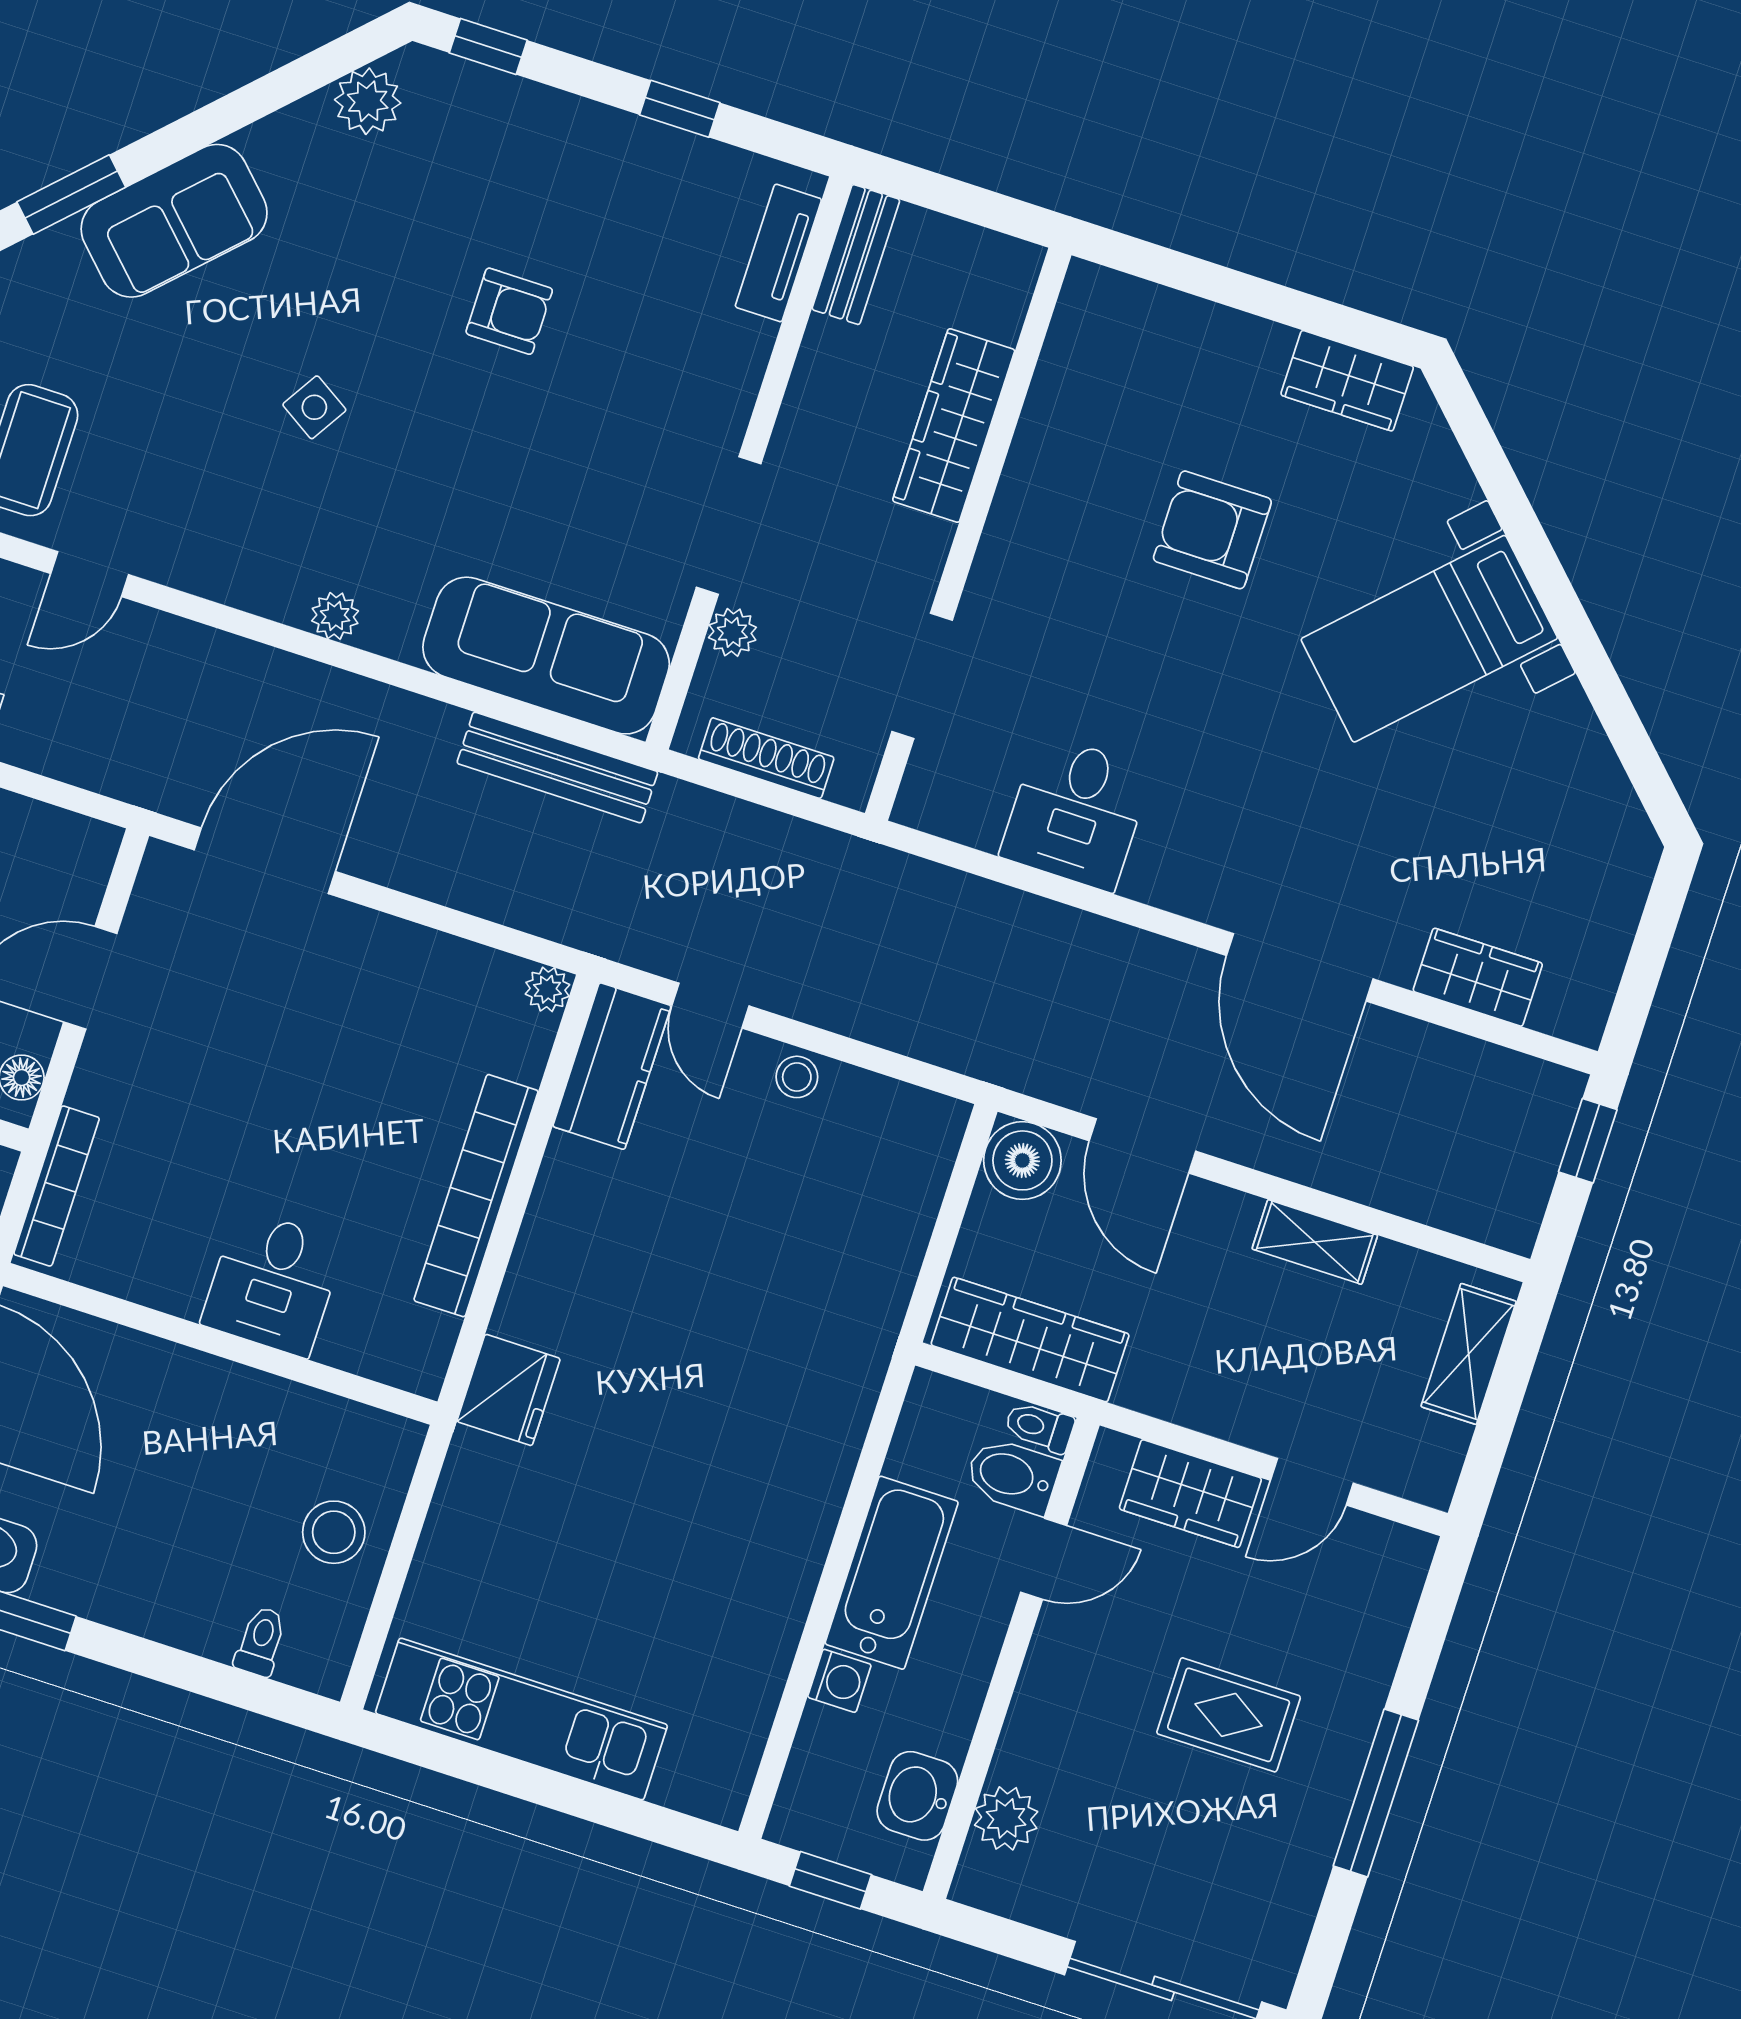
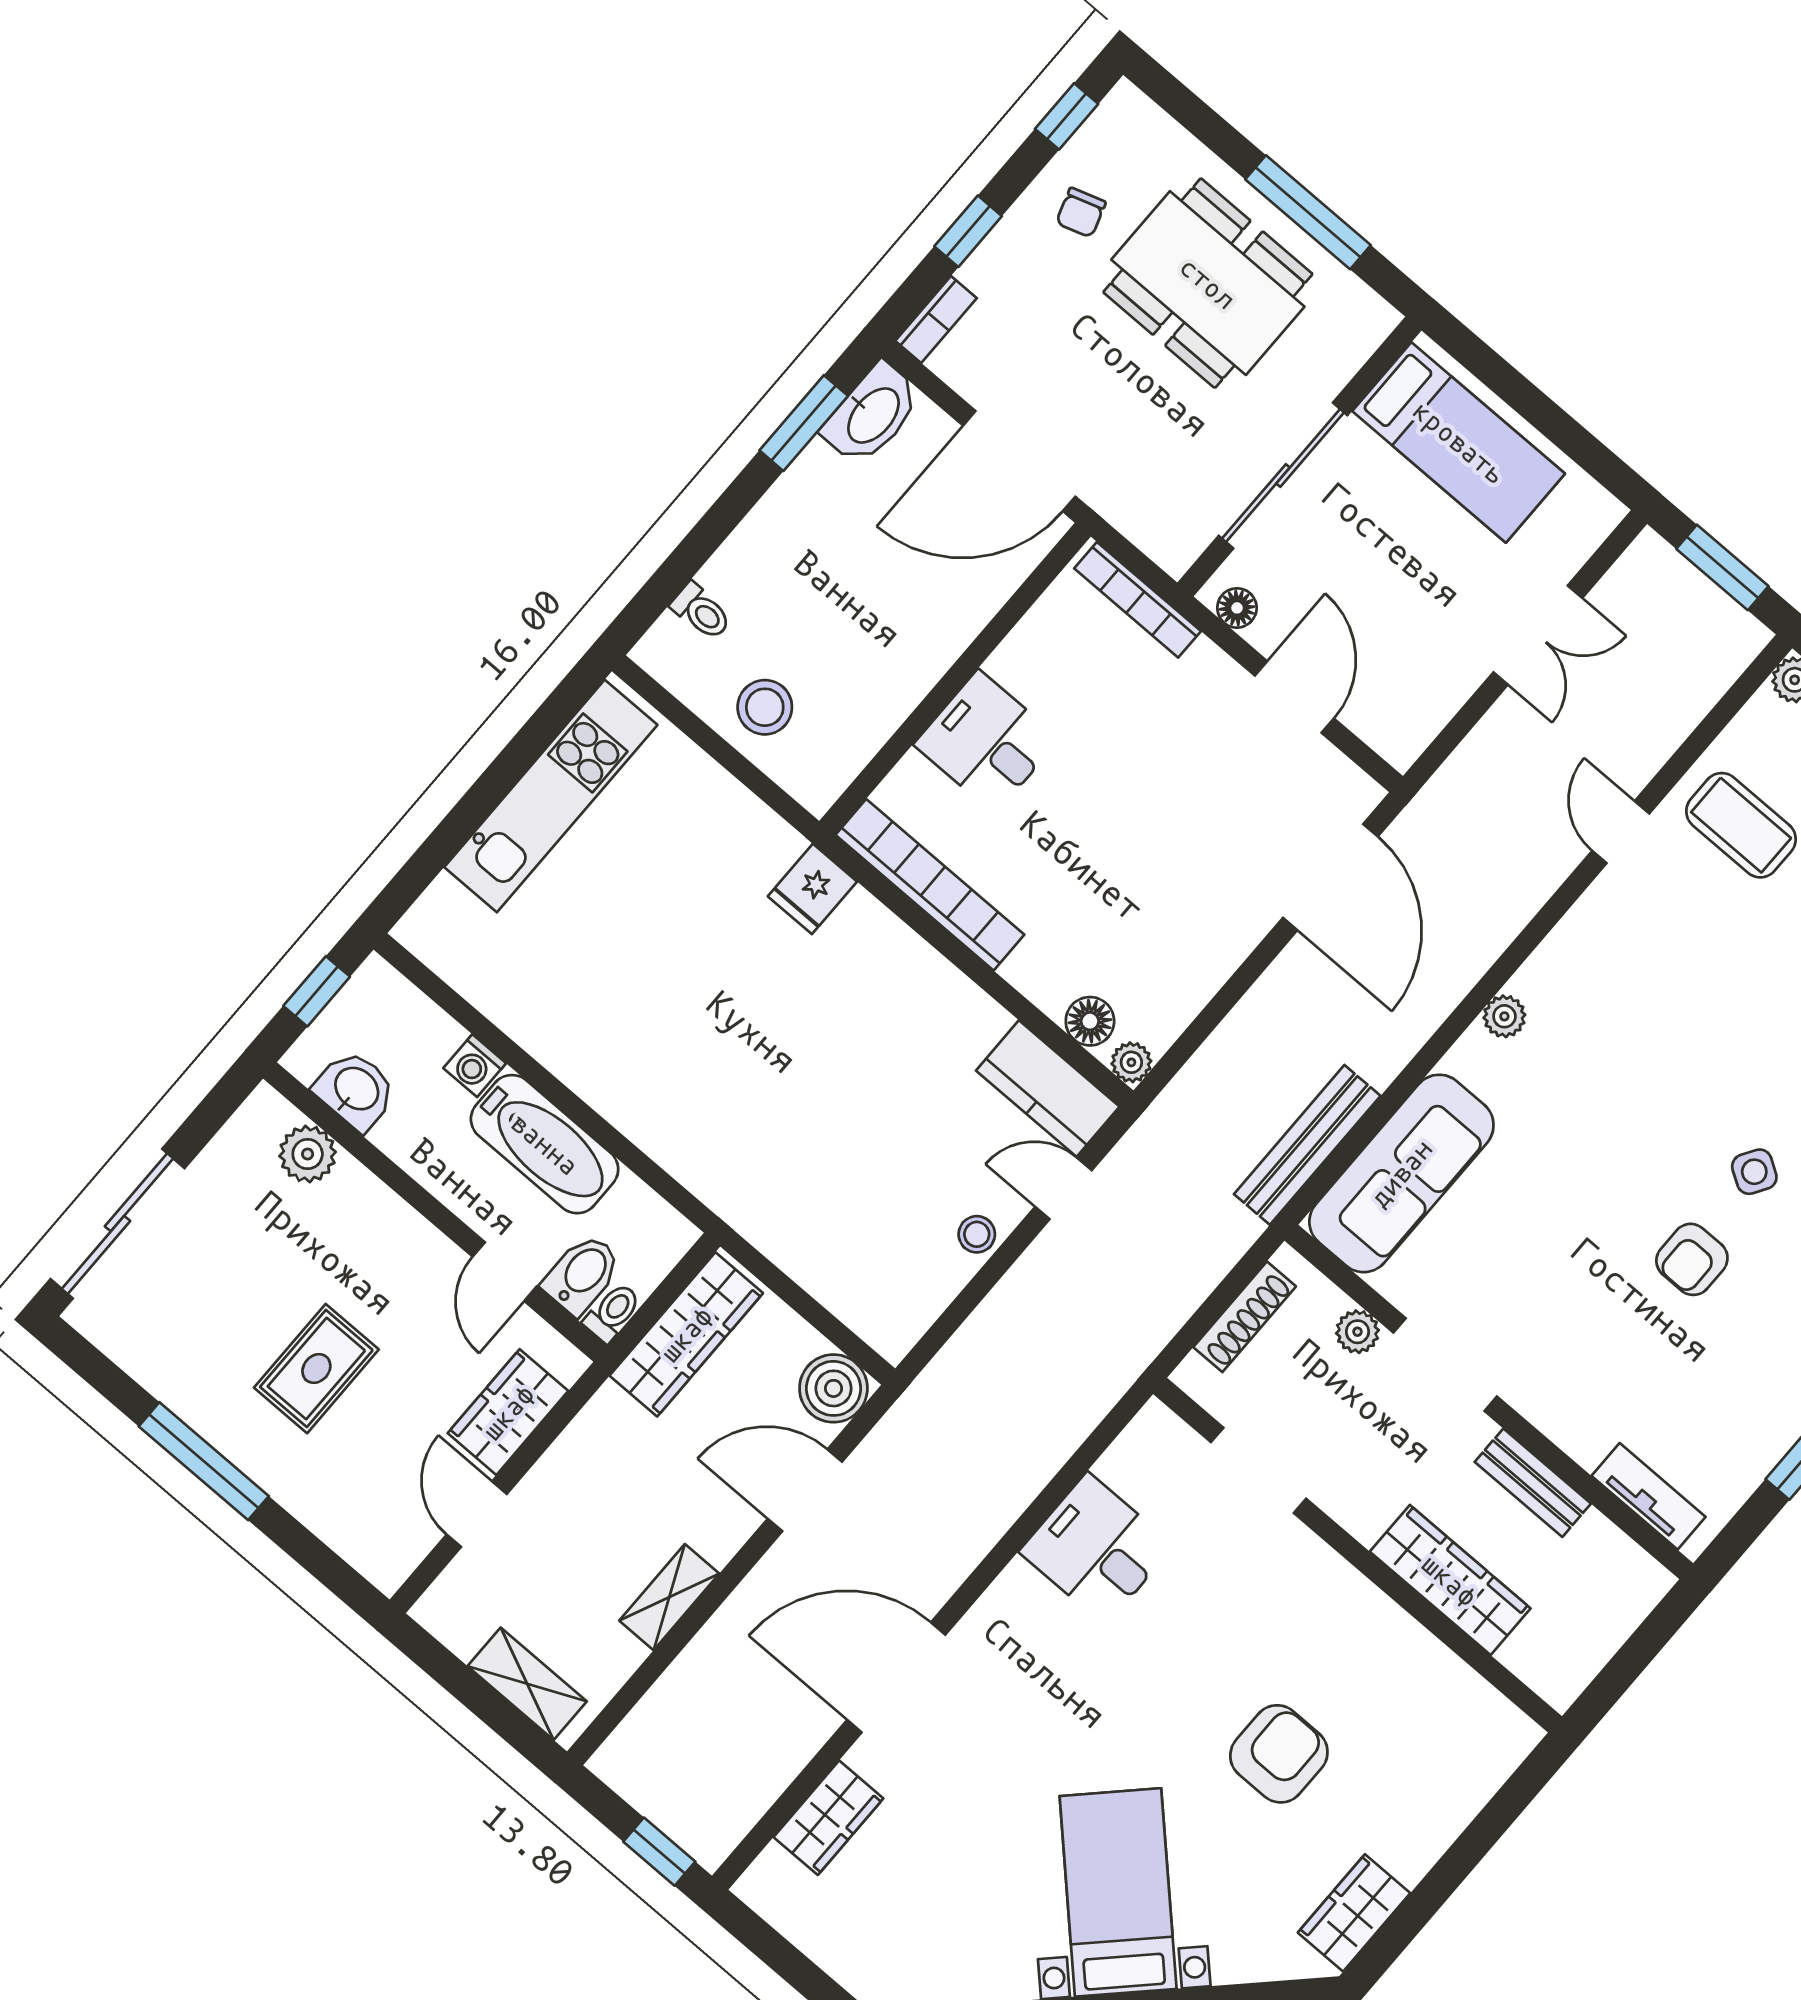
bench: (856, 255) -> (1533, 1483), moved
side table: (314, 407) -> (1754, 1172), moved
floor lamp: (522, 1051) -> (1090, 1021), added
bookcase: (476, 1196) -> (930, 885), moved
fridge: (509, 1390) -> (812, 889), width x0.72

